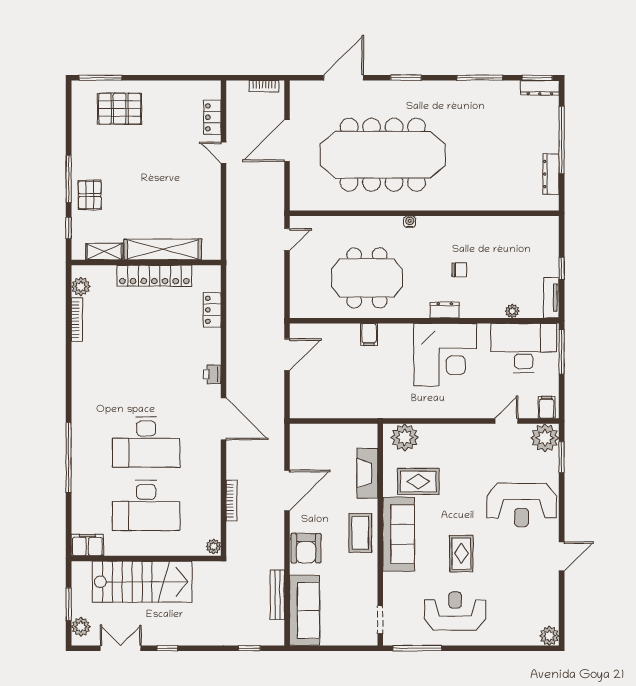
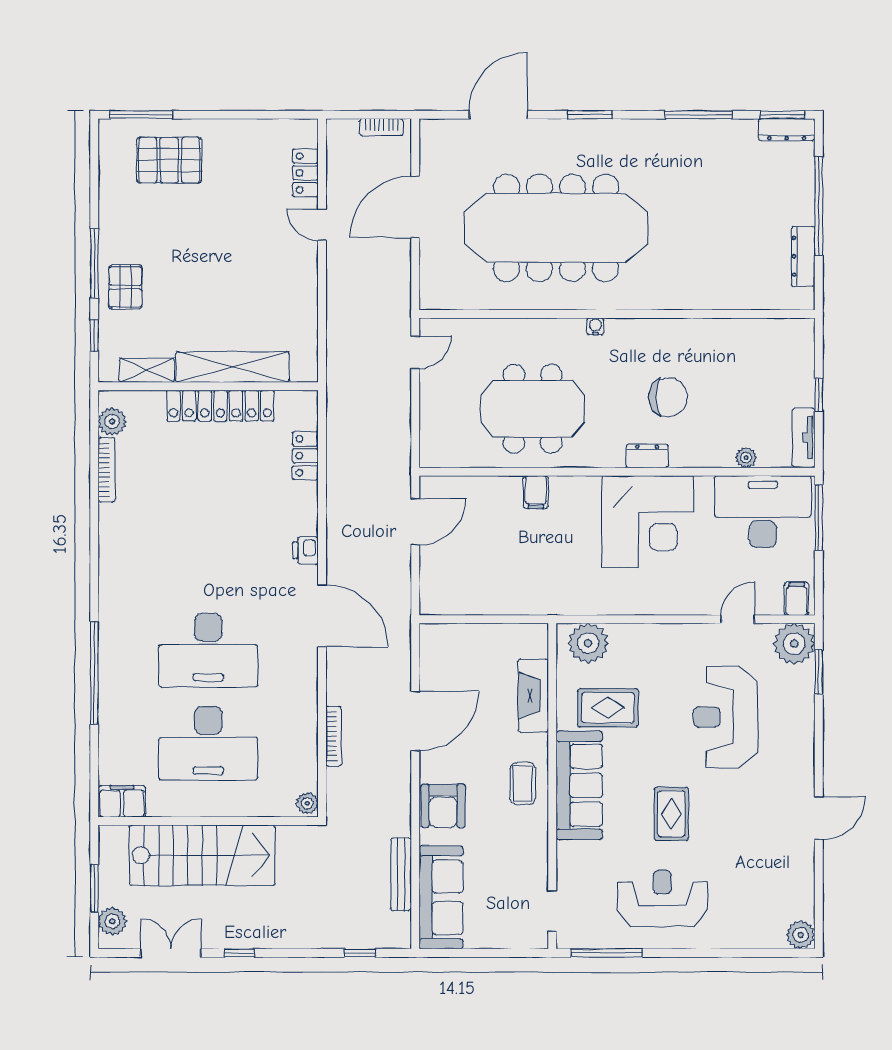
chair: (459, 270) -> (668, 397), width x1.87, depth x1.87
reception desk: (521, 505) -> (725, 717), moved, turned 90
coffee table: (360, 533) -> (523, 783), width x0.73, depth x0.77

